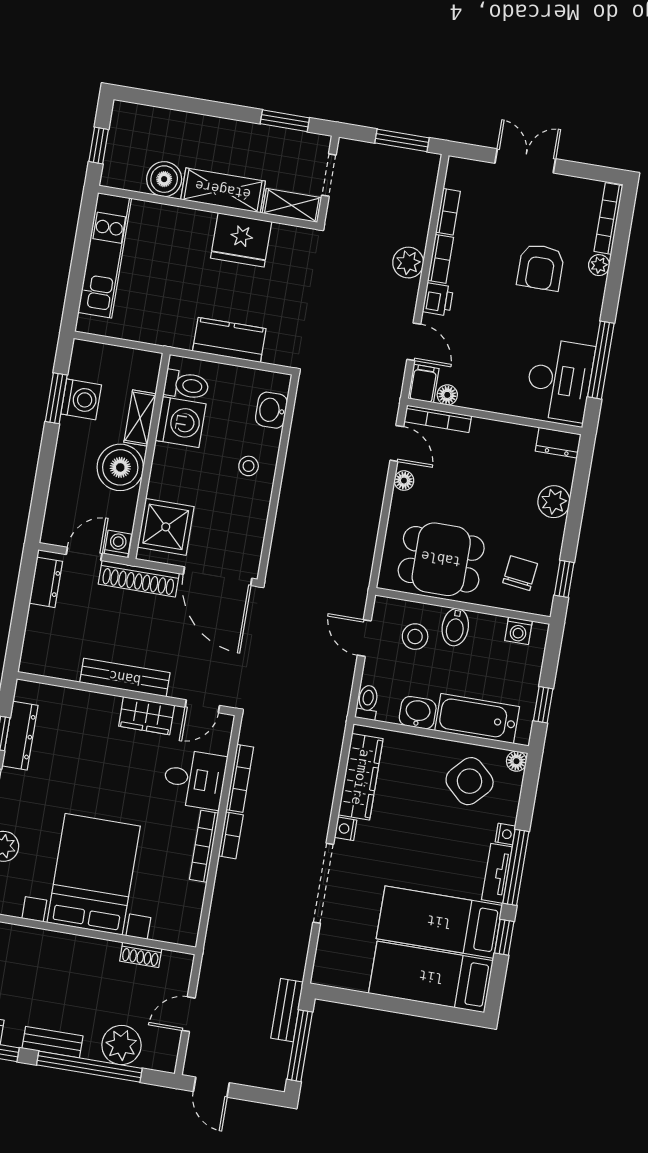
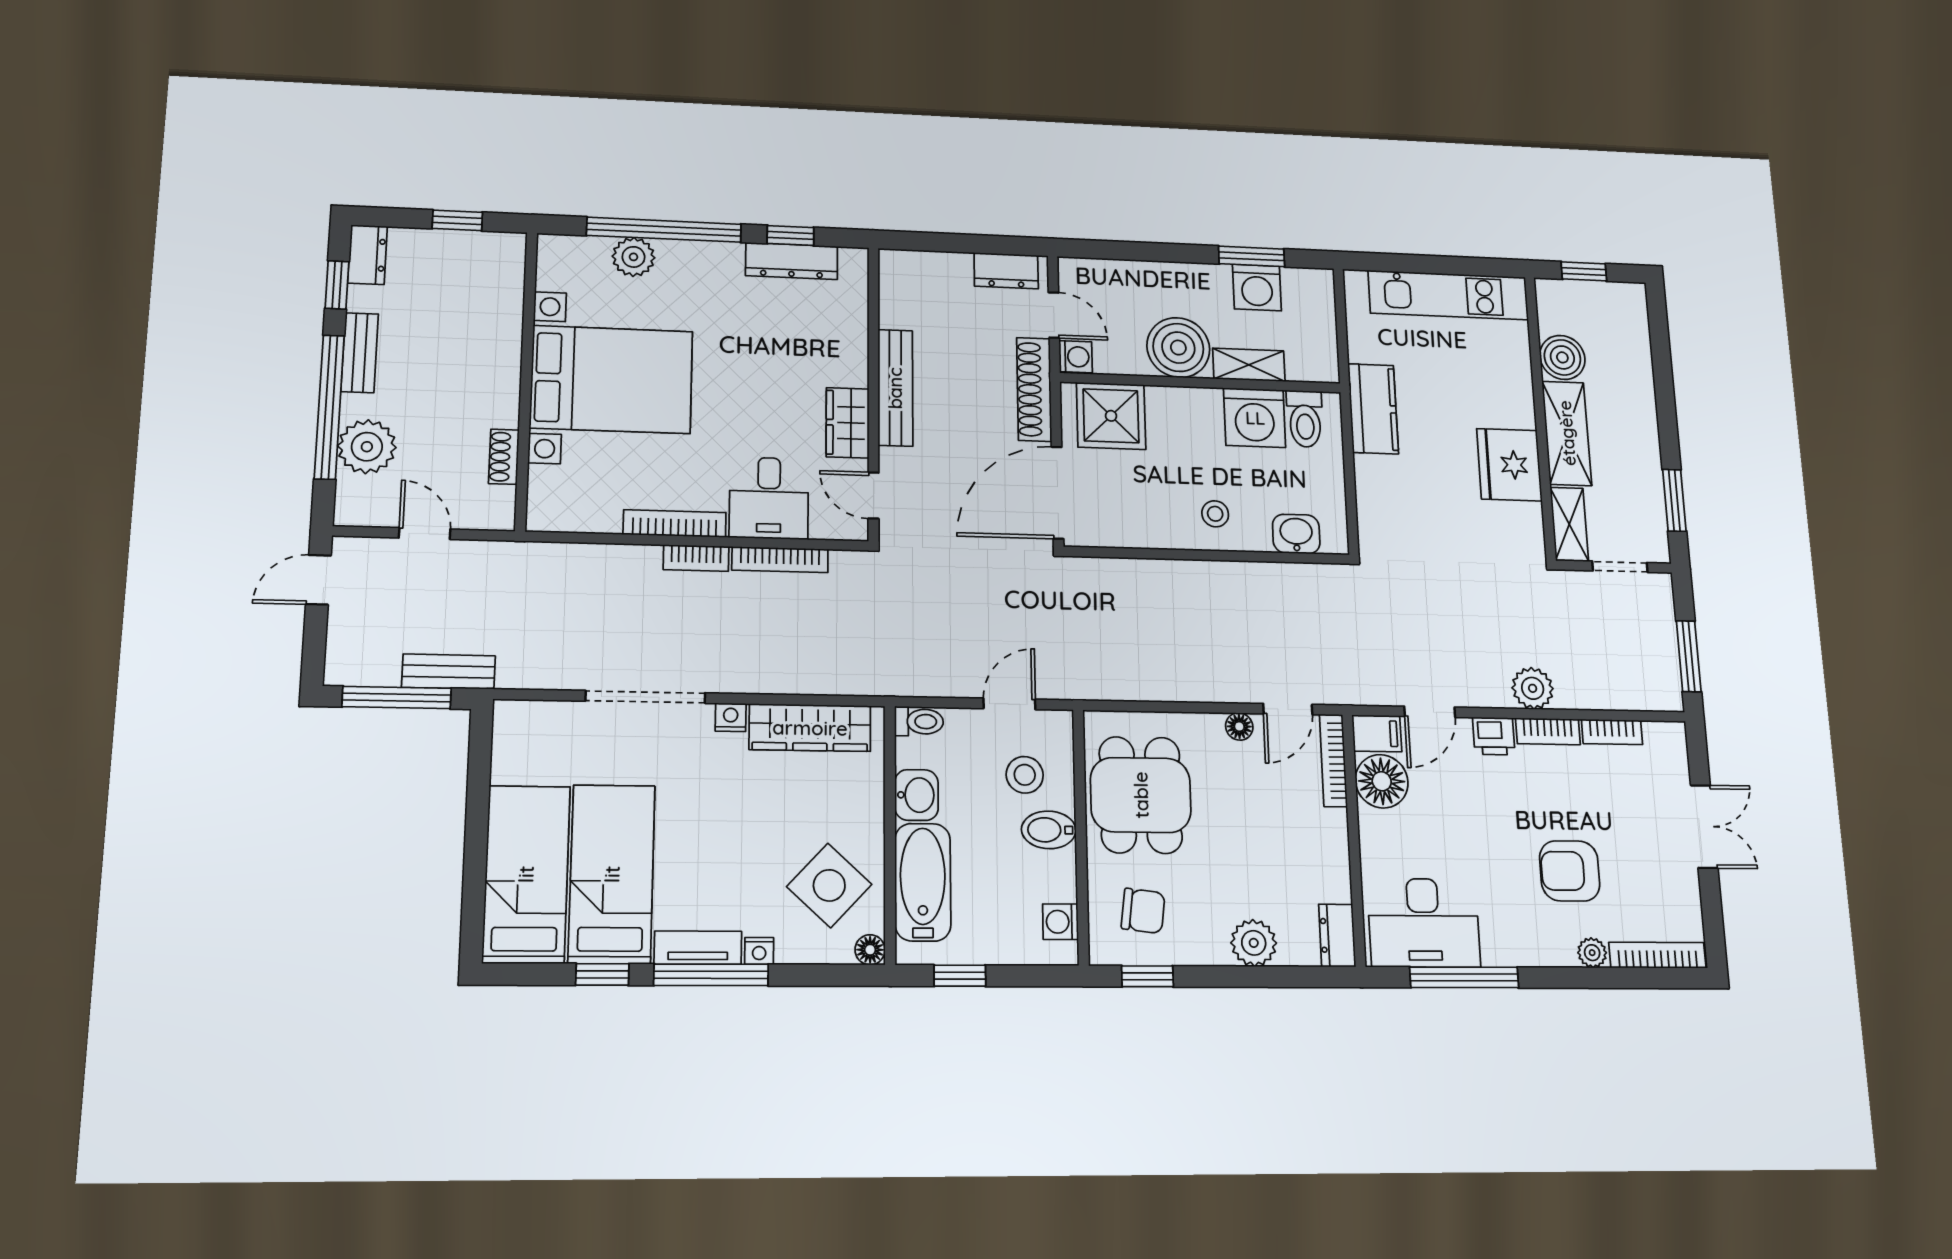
kitchen counter: (229, 340) -> (1373, 409), moved
floor lamp: (447, 395) -> (1382, 781), width x1.89, depth x1.89

